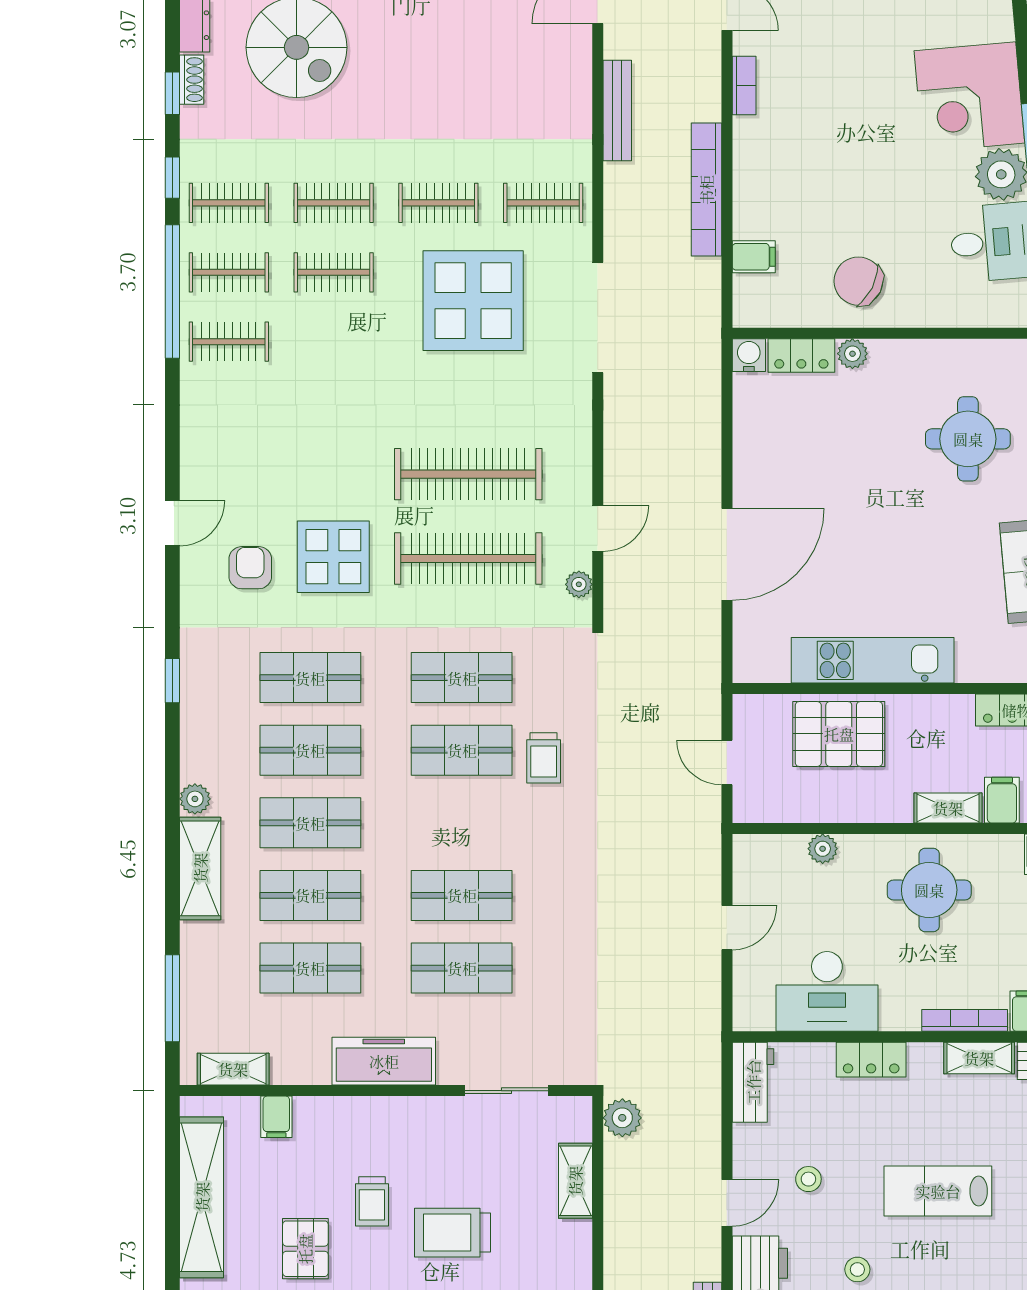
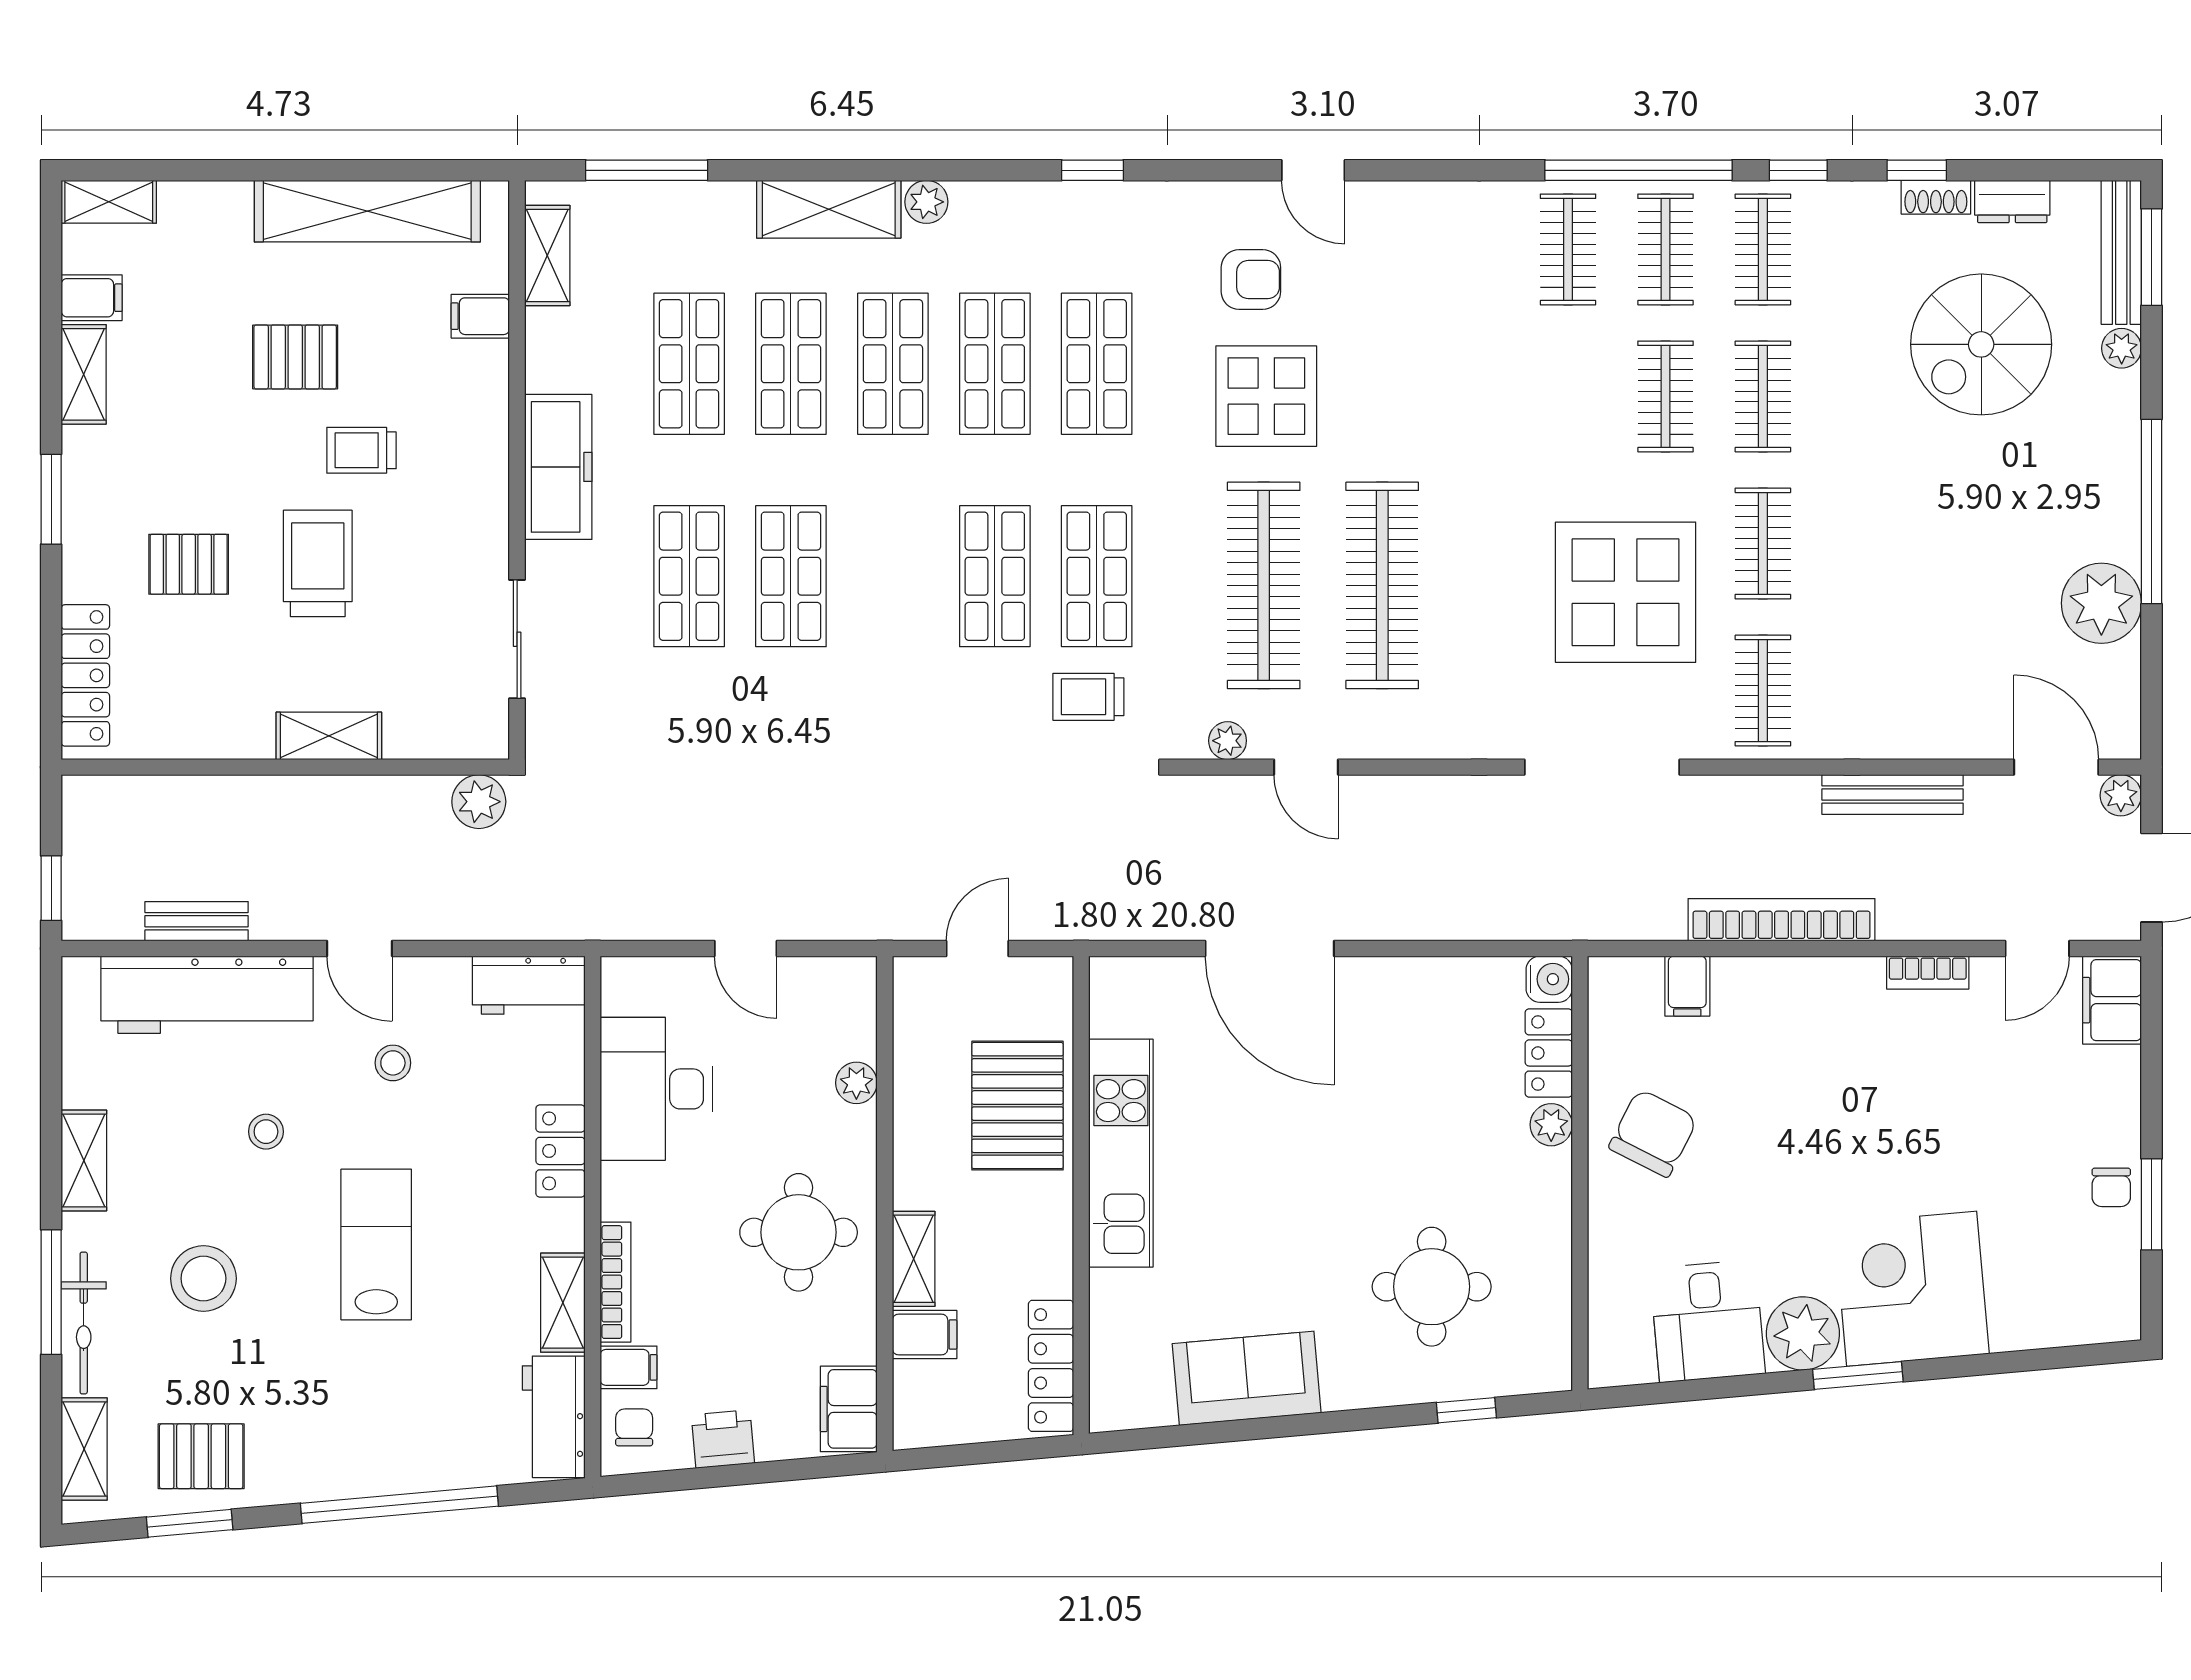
trolley: (544, 758) -> (1088, 697), moved
shelving: (575, 1181) -> (329, 736), moved

